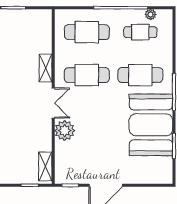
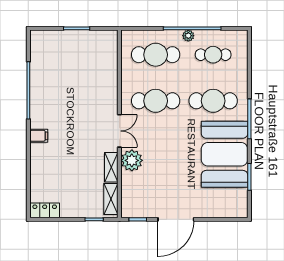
plant: (151, 14) -> (188, 36), moved
shelving: (46, 68) -> (111, 167), moved

